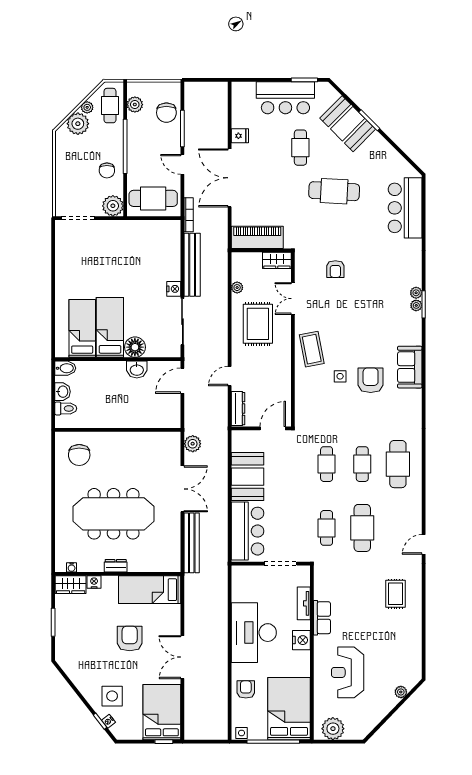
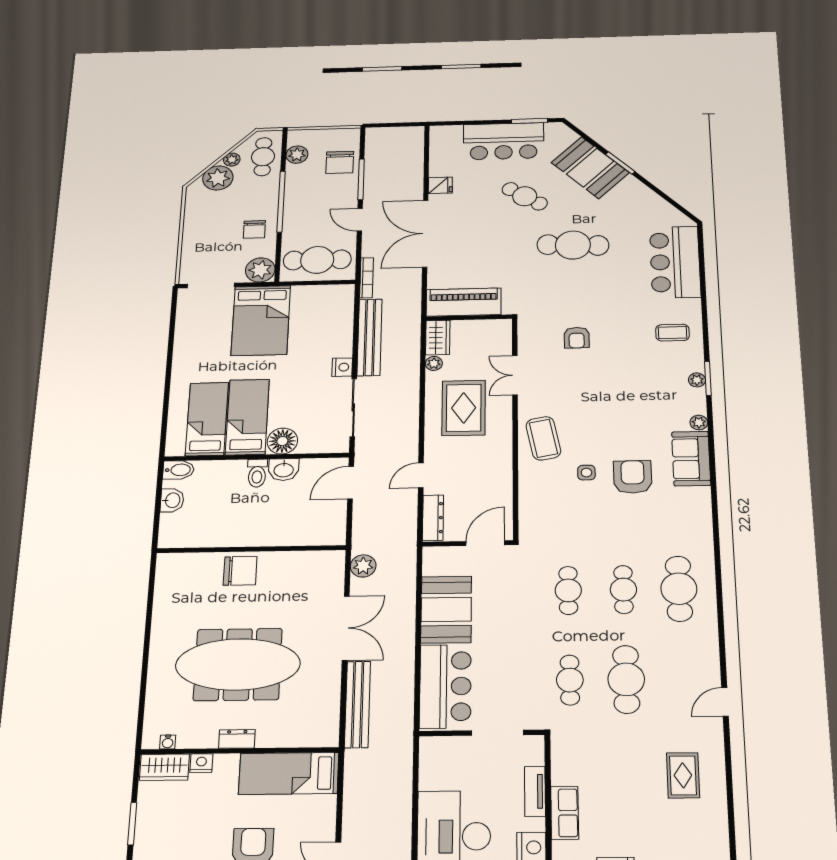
cafe table: (300, 148) -> (525, 196), turned -57
bed: (115, 249) -> (261, 320), added
wardrobe: (277, 260) -> (438, 338), moved, turned -90
coffee table: (401, 267) -> (672, 333), added
plant: (416, 293) -> (699, 422), moved
toilet: (66, 408) -> (257, 473), moved, turned 90
chair: (79, 455) -> (240, 571), moved, turned -90

